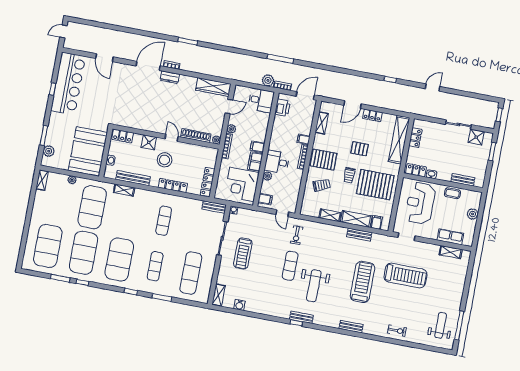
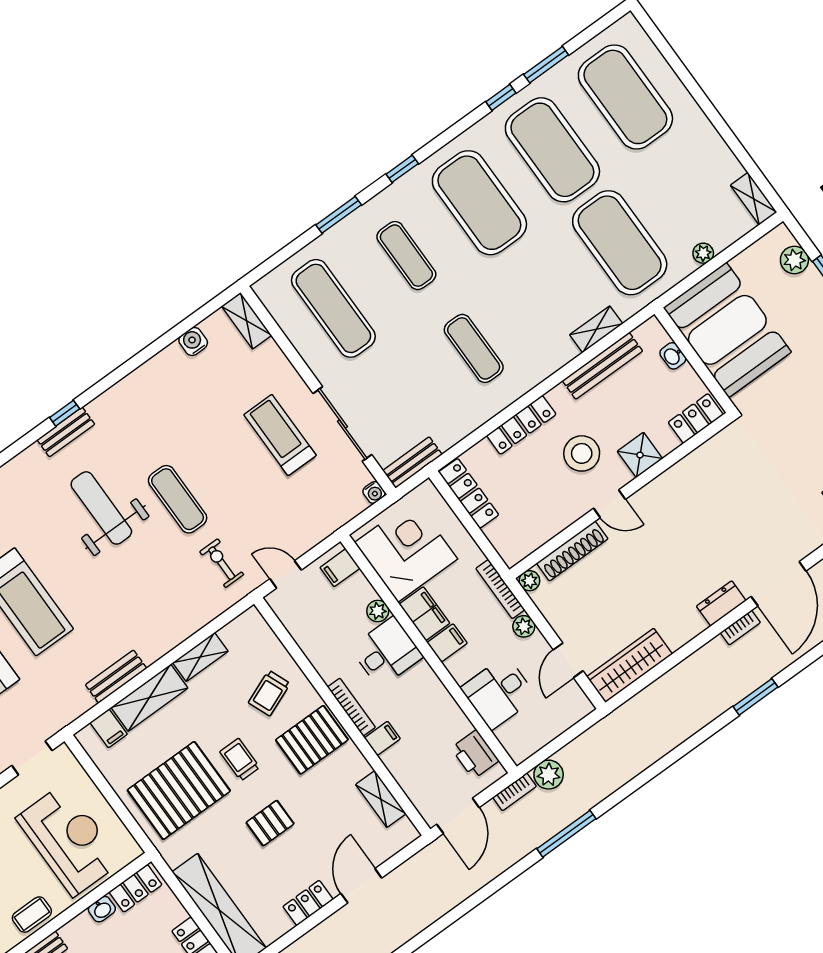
desk: (261, 100) -> (499, 693), moved

